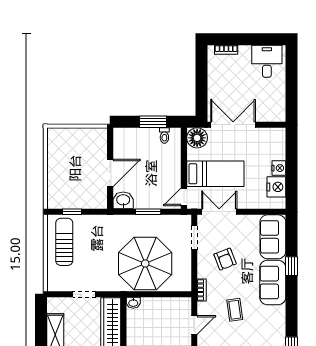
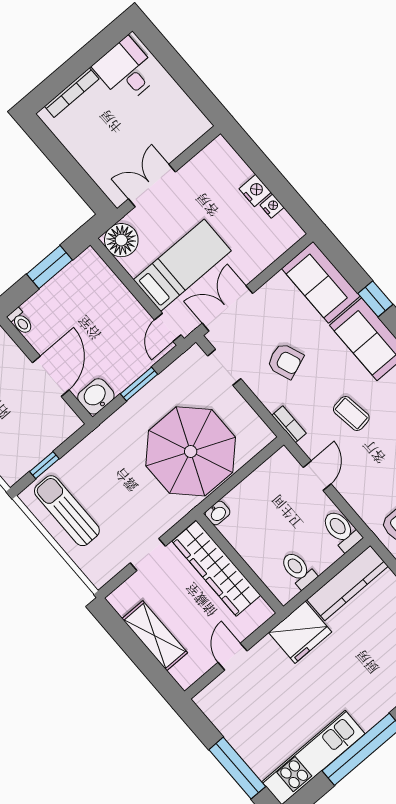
bookcase: (226, 50) -> (72, 93), width x1.56
double door: (233, 125) -> (152, 185), width x0.73
toilet: (164, 136) -> (20, 321), moved
nightstand: (276, 187) -> (272, 206), width x0.53, depth x0.56

